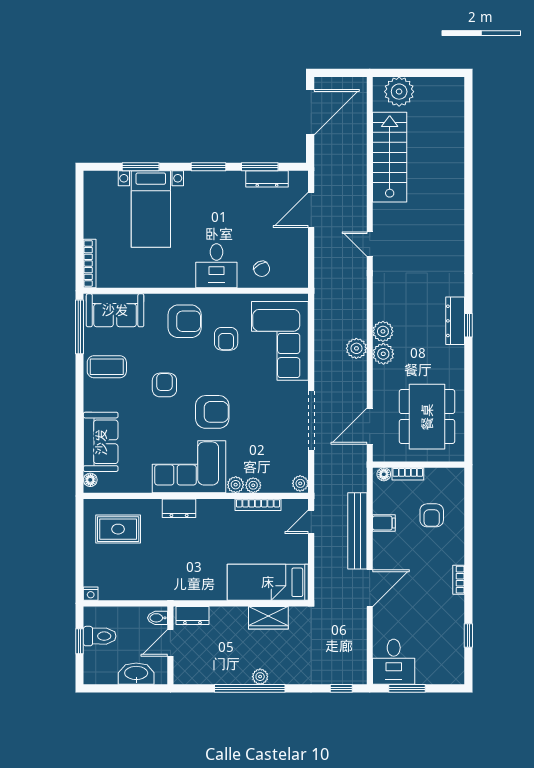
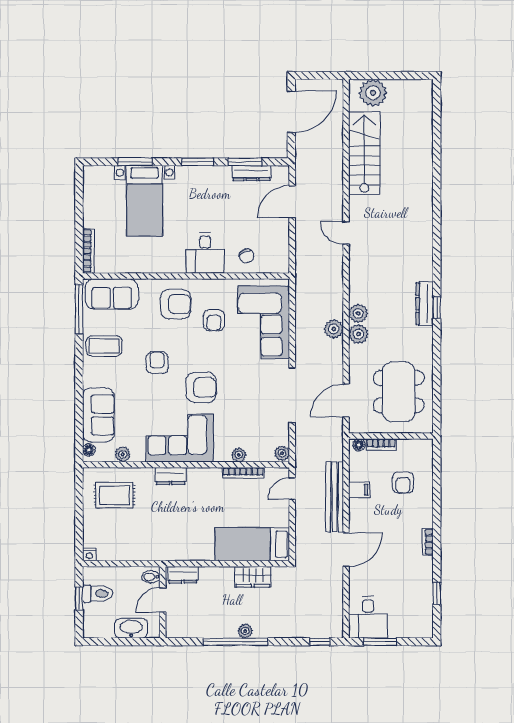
plant: (236, 485) -> (123, 454), moved

